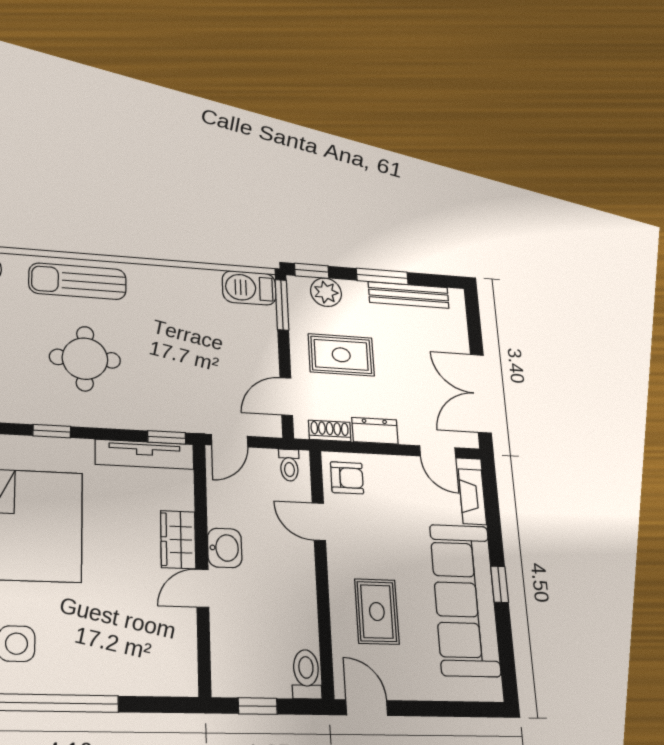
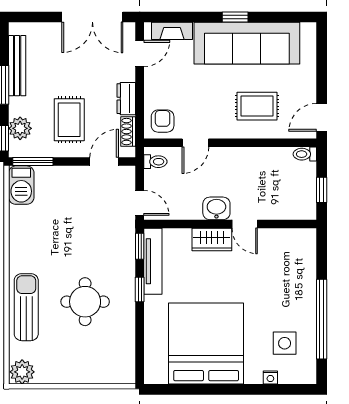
sun lounger: (78, 281) -> (26, 307), turned 180
door: (286, 396) -> (104, 162), swing flipped
window: (52, 431) -> (140, 290), moved
toilet: (306, 674) -> (305, 154), width x0.73, depth x0.72

